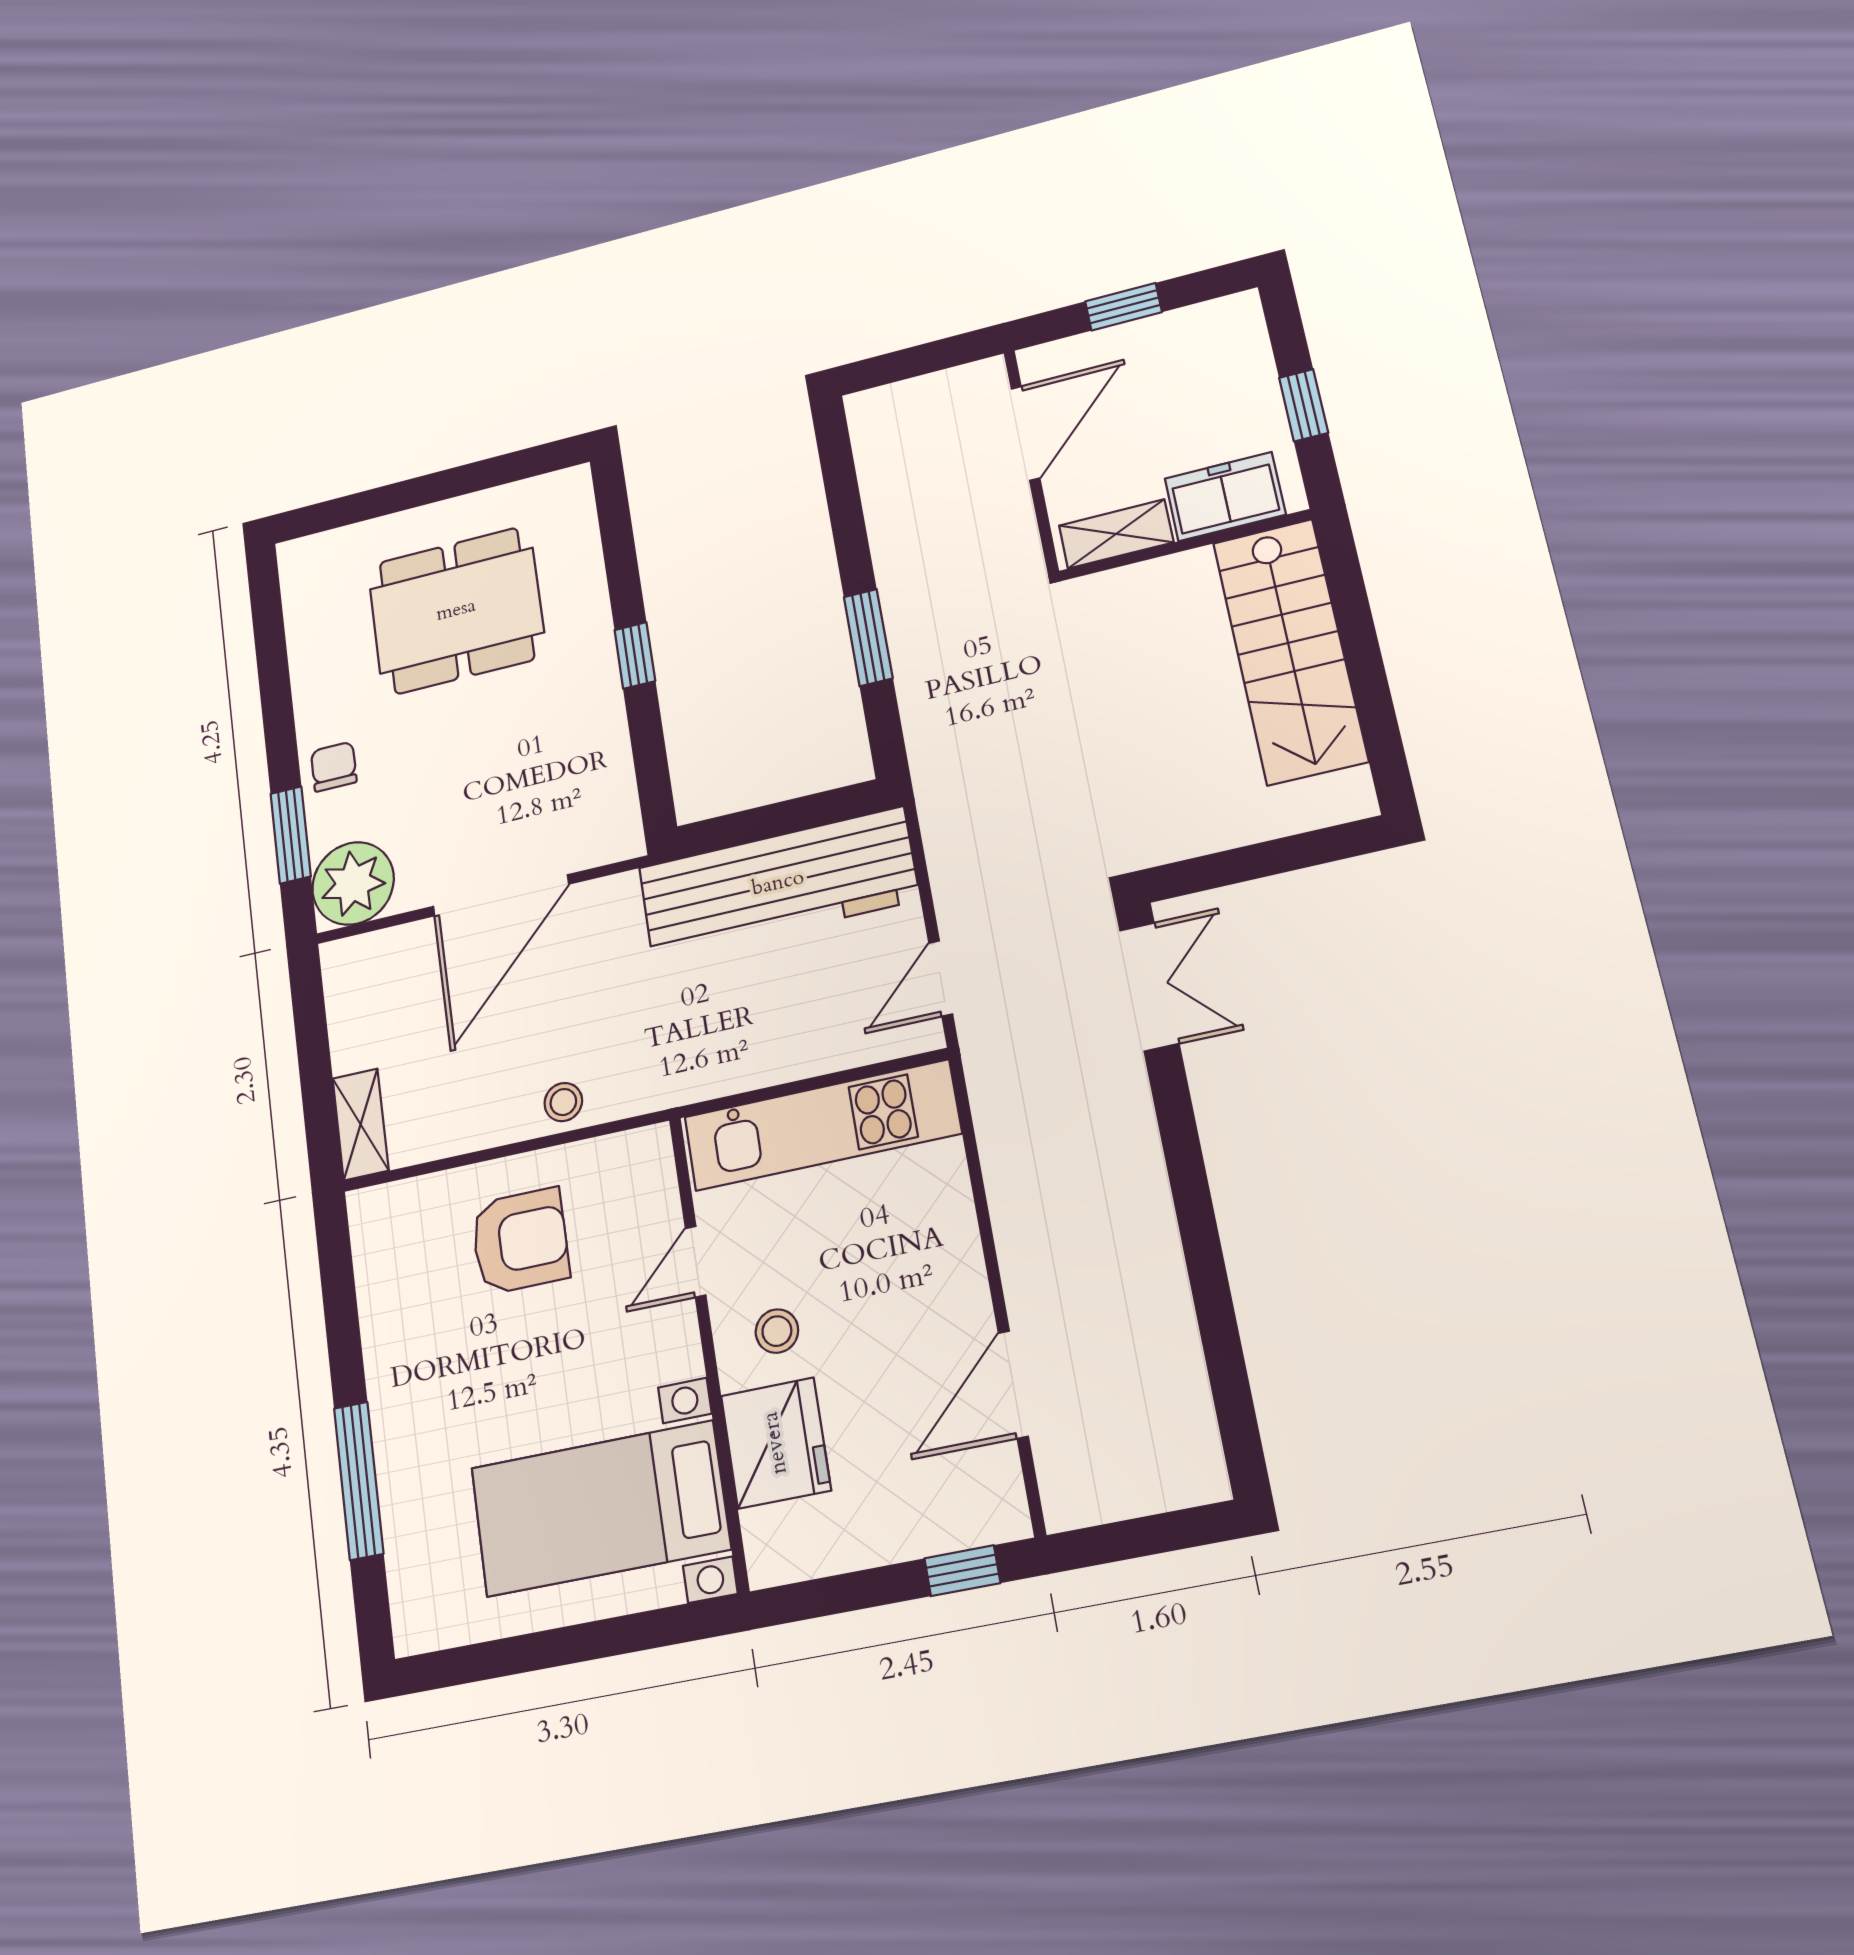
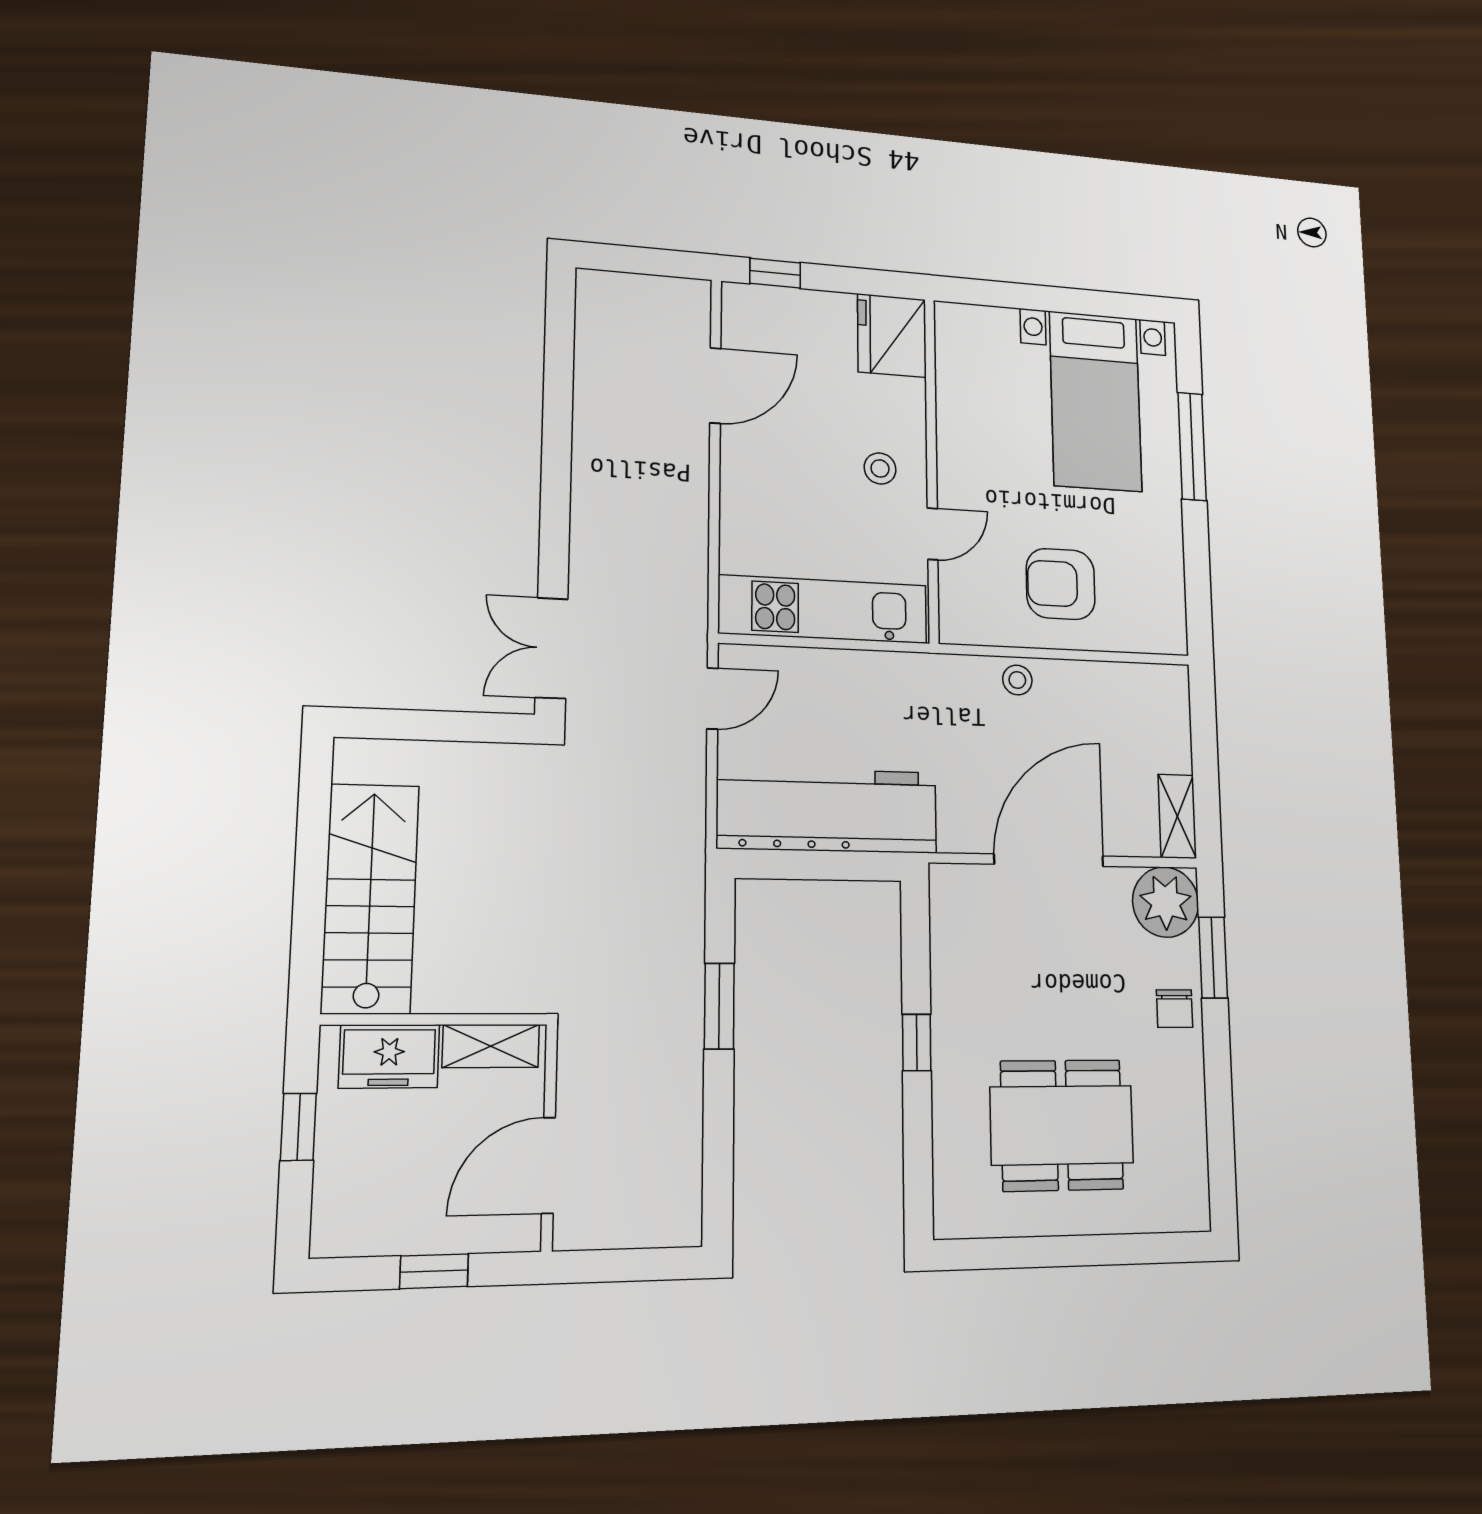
shelving: (361, 1124) -> (1177, 816), moved
fridge: (776, 1443) -> (892, 335), moved
bed with nightstands: (600, 1509) -> (1095, 401), moved, turned 90

